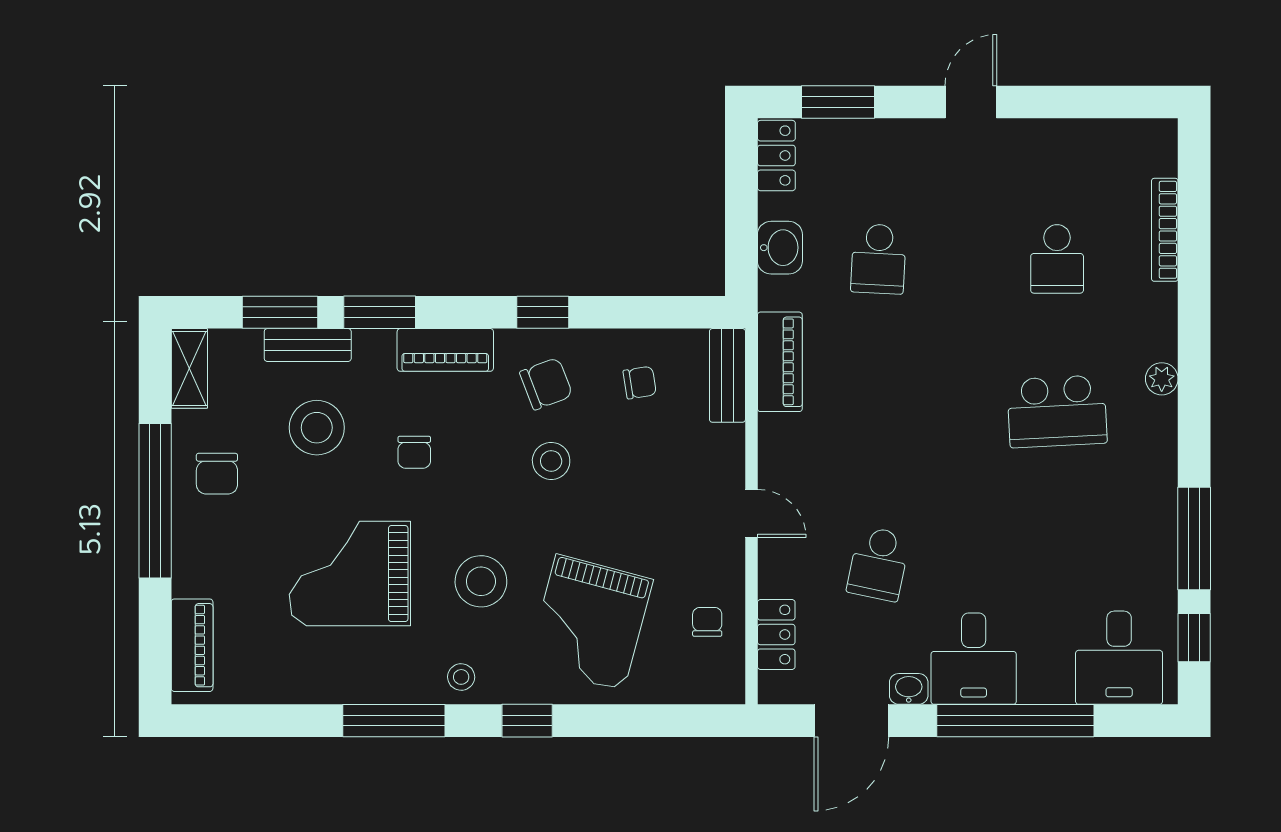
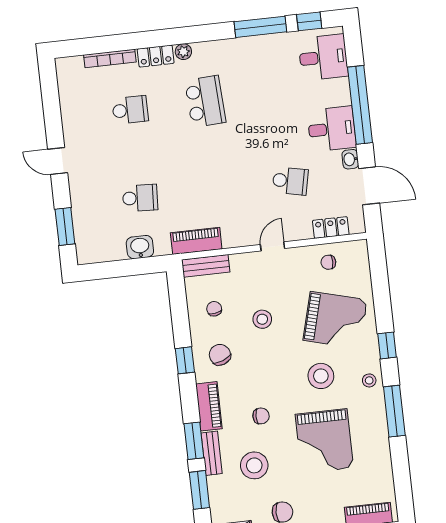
locker: (776, 156) -> (156, 56), moved, turned 180
bench: (308, 345) -> (212, 453), moved
stool: (551, 461) -> (262, 319), moved

